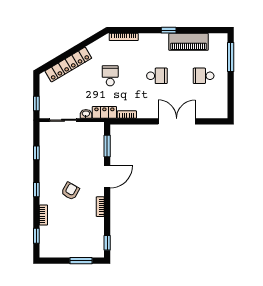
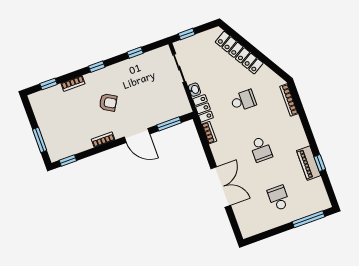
window: (169, 30) -> (320, 163), moved
piano: (188, 42) -> (309, 163), width x0.73, depth x0.75

